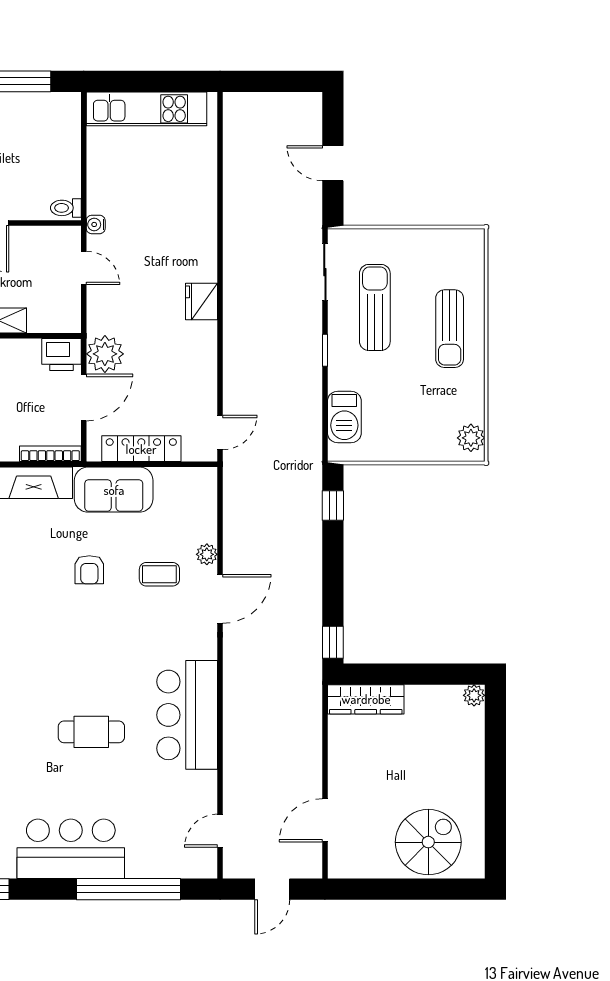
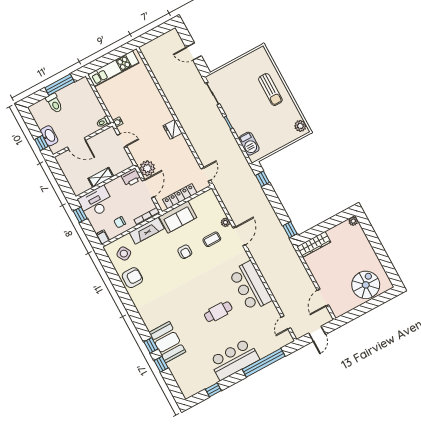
sun lounger: (375, 307) -> (238, 97), removed

